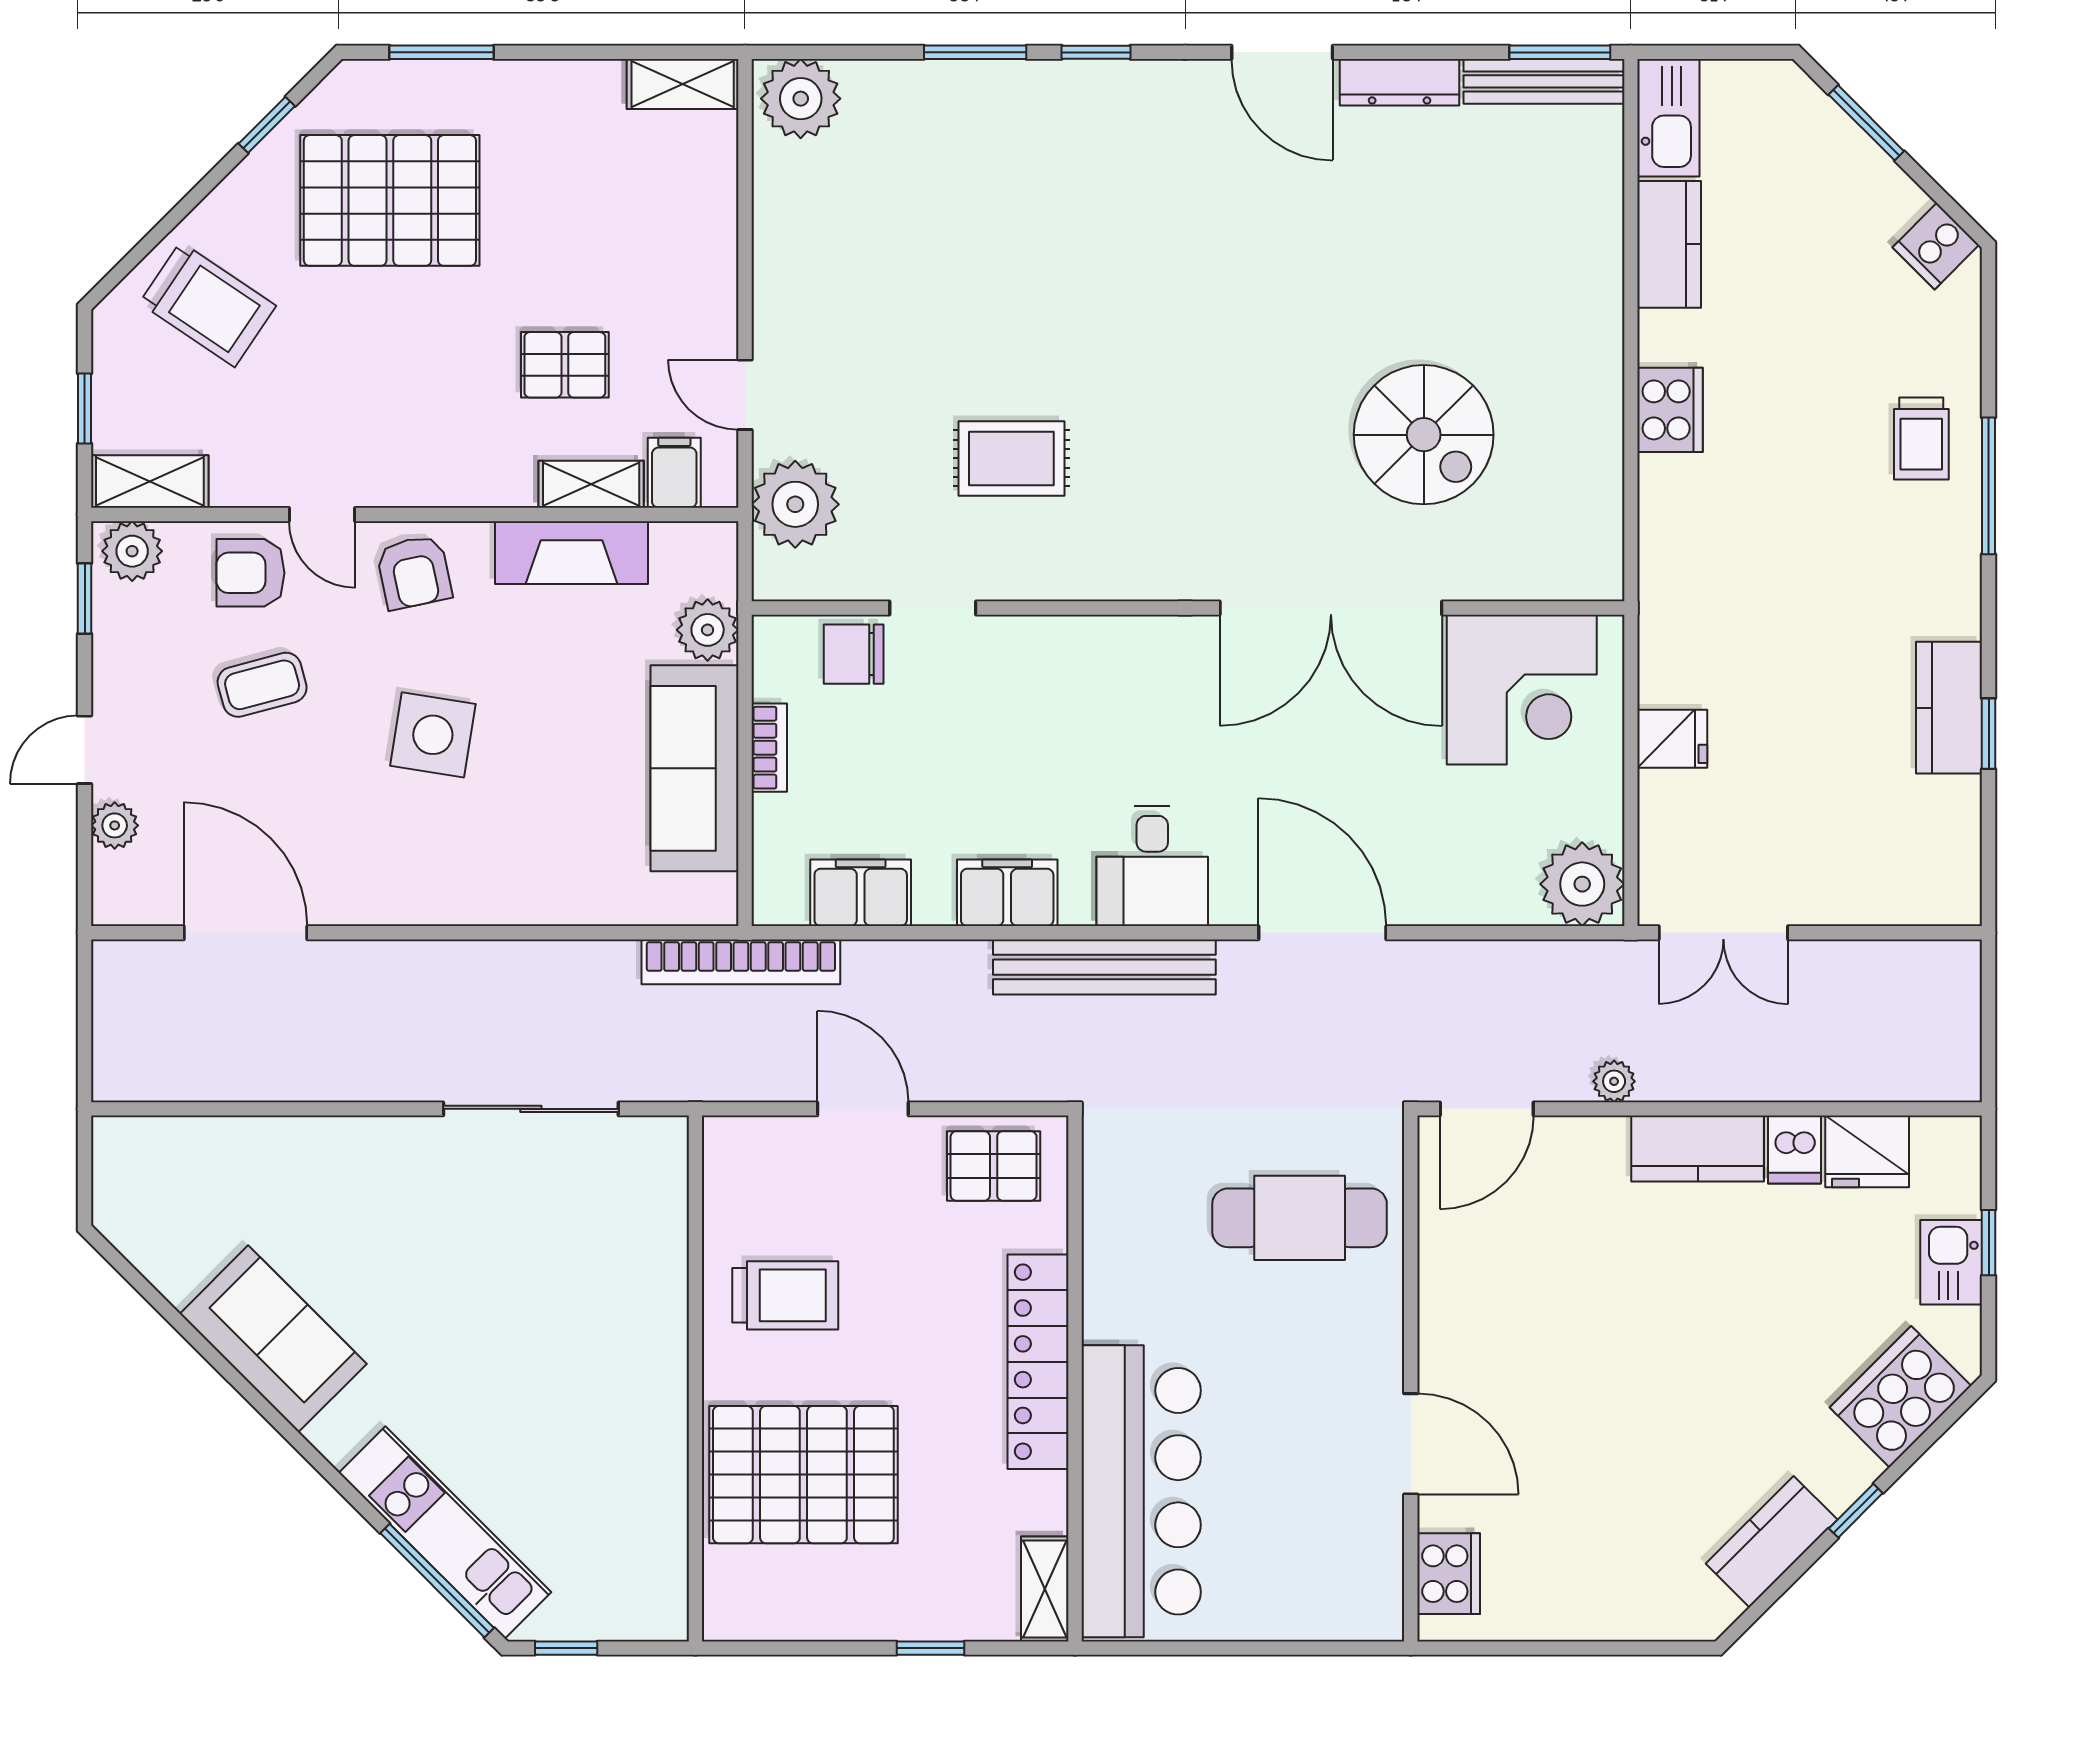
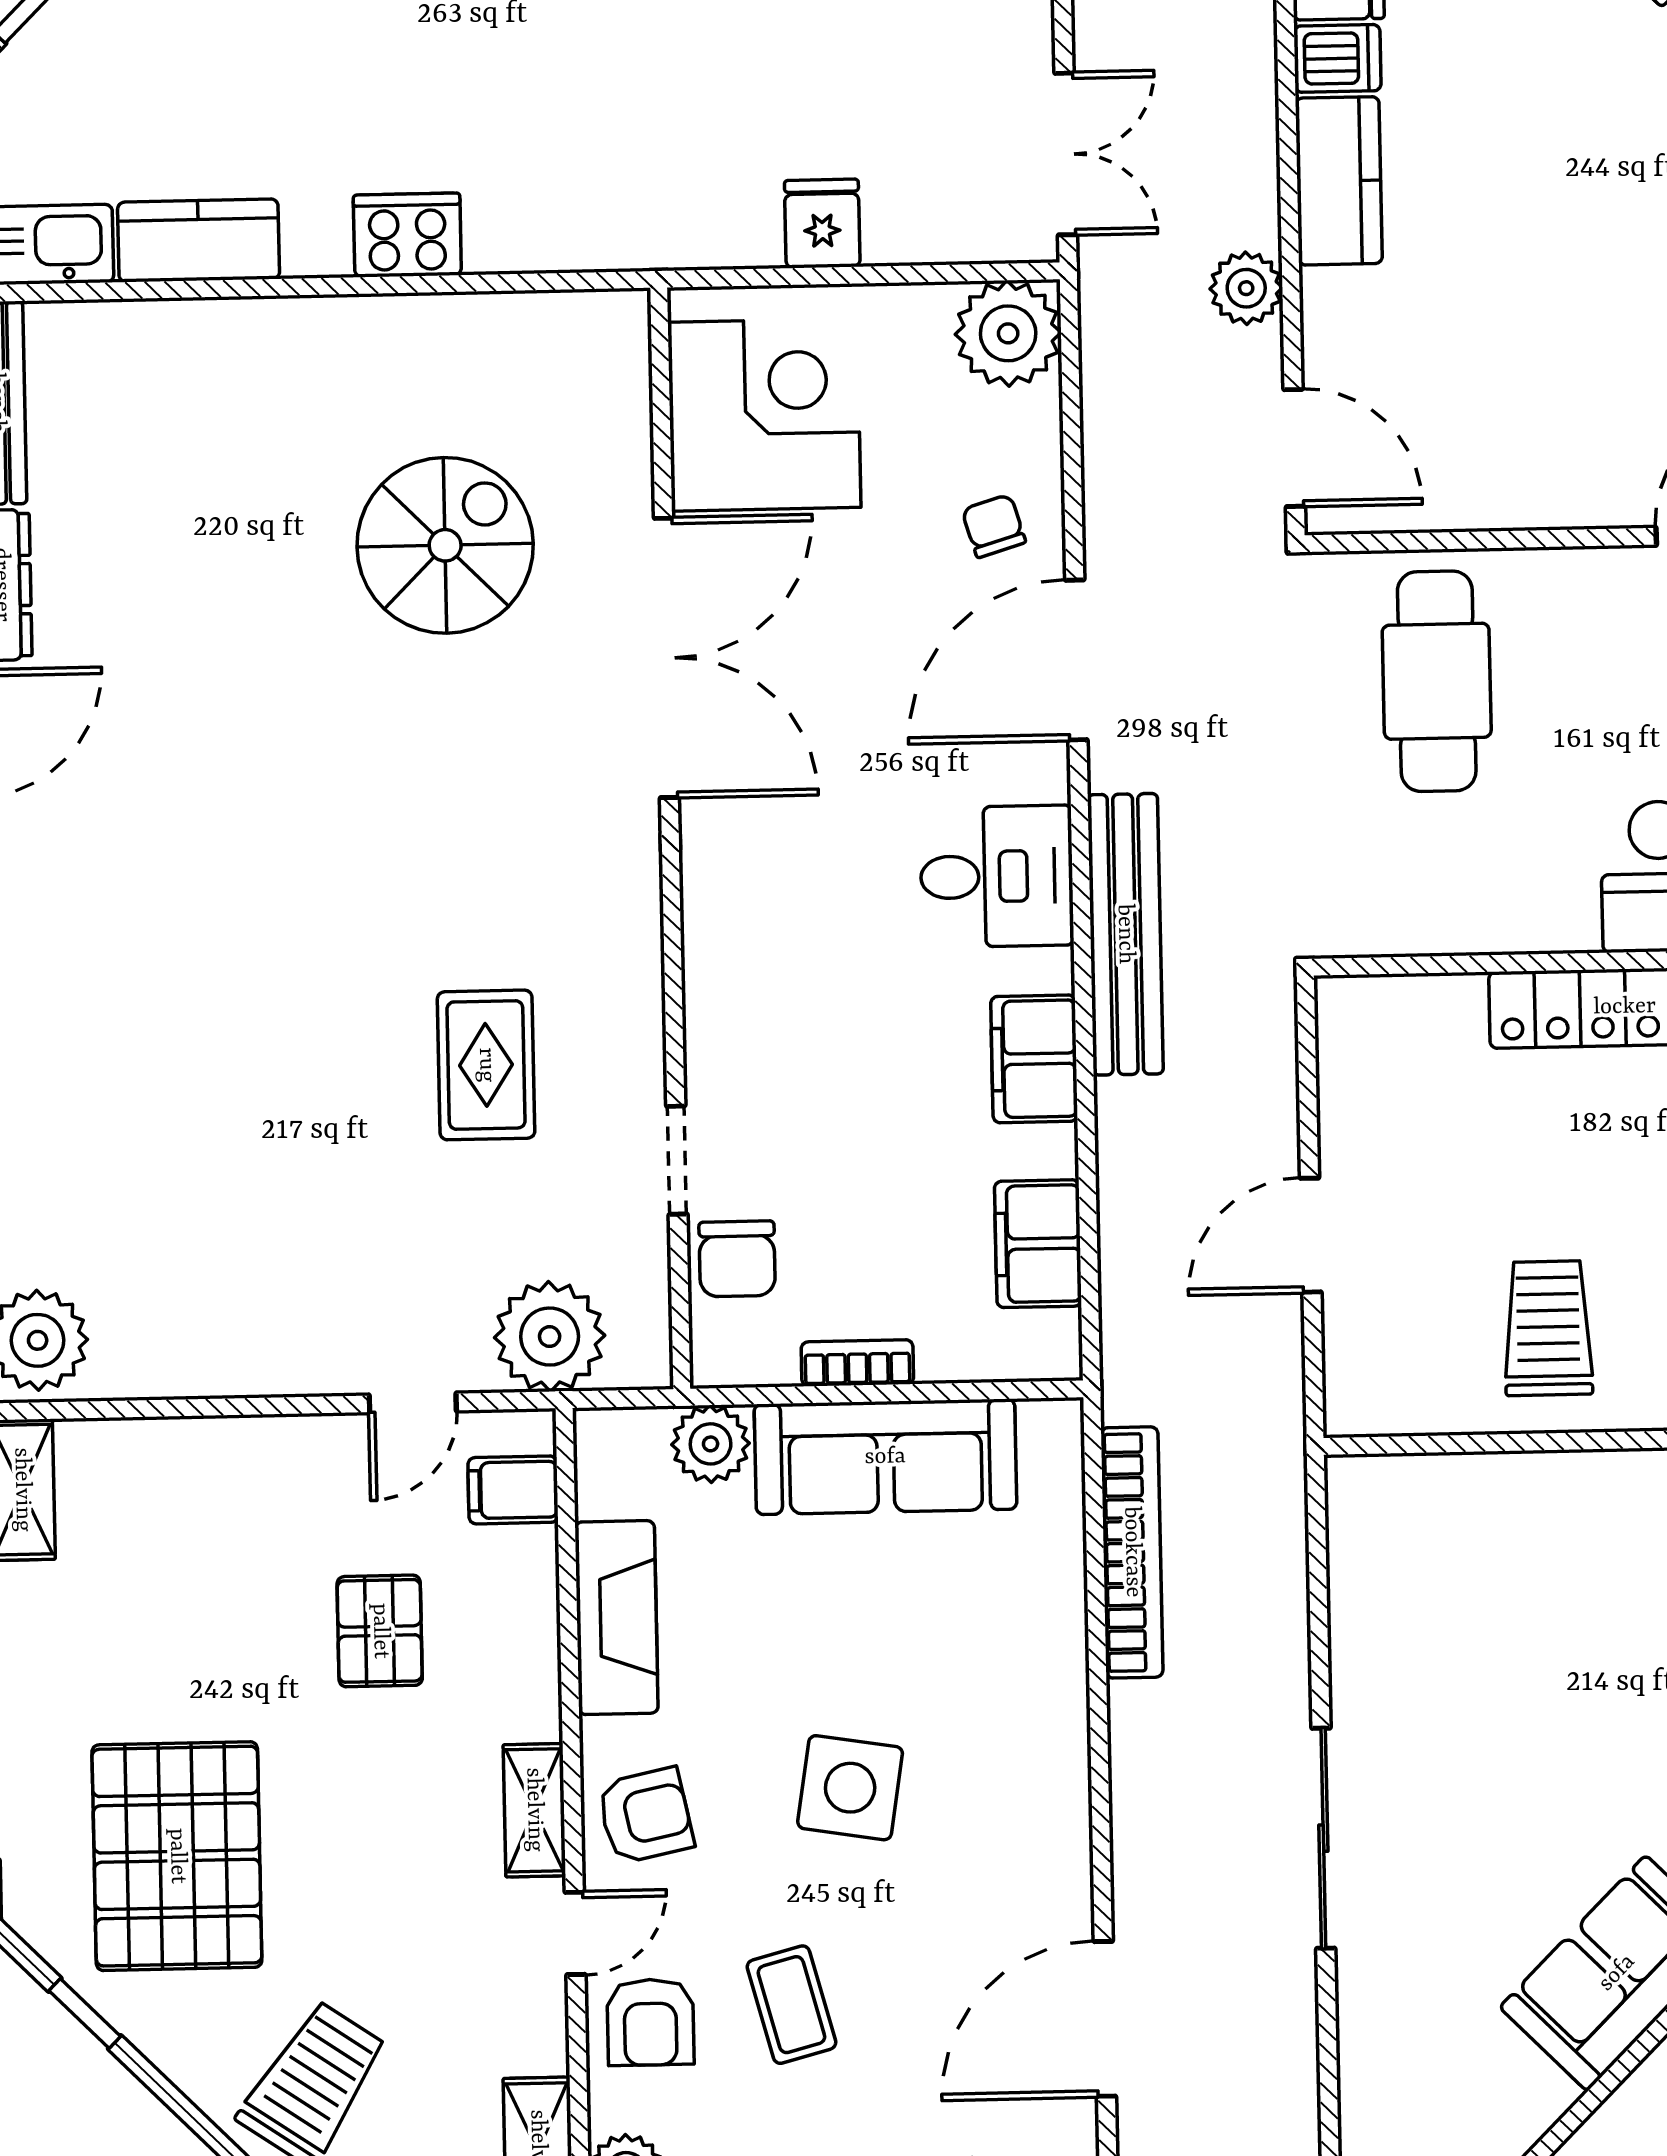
shelving: (591, 484) -> (534, 1810), moved
chair: (1430, 869) -> (994, 526), added
bookcase: (741, 962) -> (1132, 1552), moved
plant: (1614, 1081) -> (1246, 288), width x1.38, depth x1.38
sliding door: (531, 1109) -> (1323, 1838), moved
pallet: (994, 1166) -> (1379, 1069), removed

